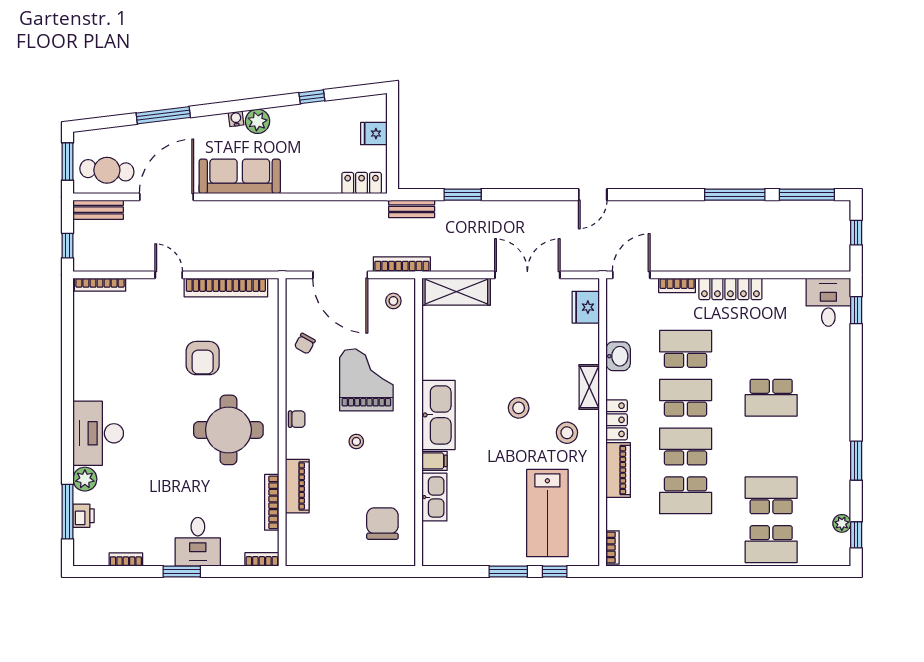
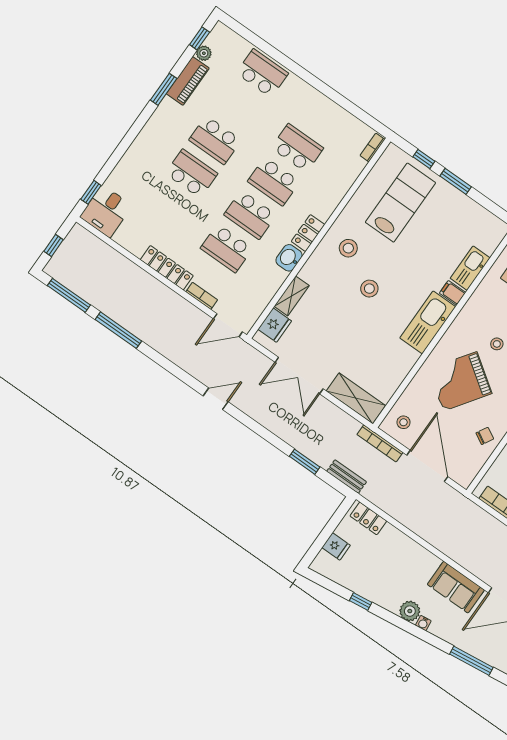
sofa: (240, 176) -> (456, 587), width x0.73
washbasin: (618, 356) -> (289, 258), moved
grand piano: (366, 380) -> (460, 381), turned 35
shelving: (589, 387) -> (292, 296), moved
piano: (618, 470) -> (188, 81), moved, turned 180
school desk: (771, 495) -> (215, 140), moved

